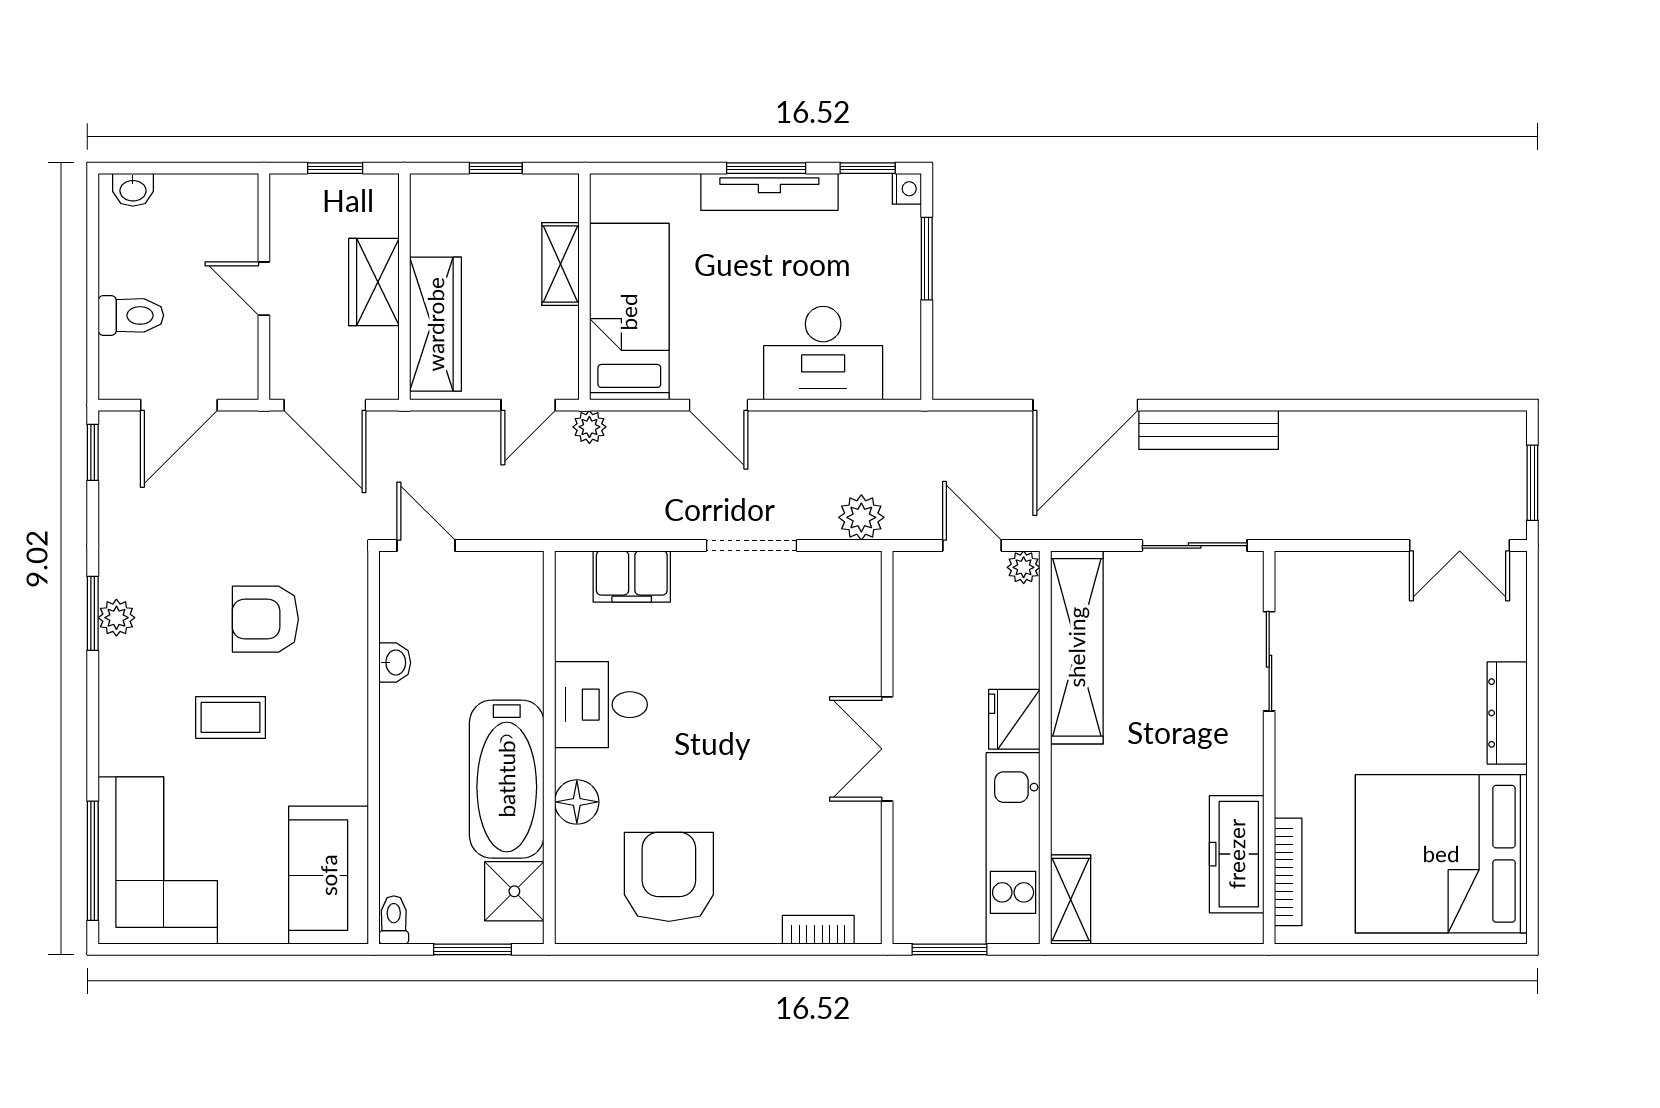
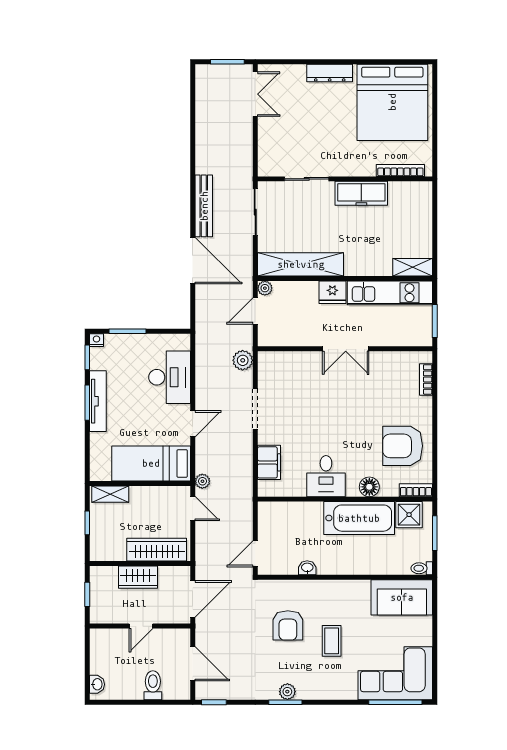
shelving: (560, 264) -> (110, 494), moved
freezer: (1237, 854) -> (361, 193), moved
bookcase: (569, 907) -> (416, 490), added

